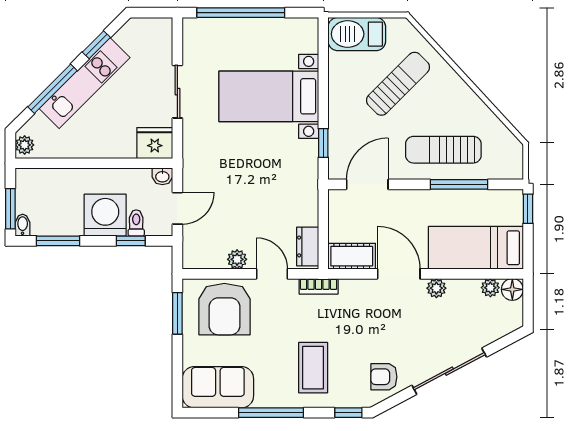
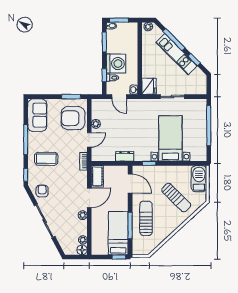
dresser: (308, 246) -> (125, 156), moved
bed: (476, 248) -> (118, 233), moved

